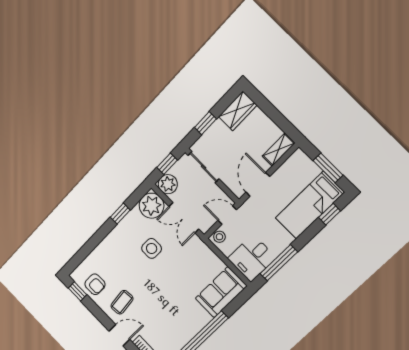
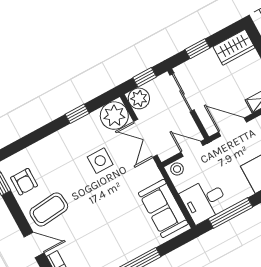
door: (258, 184) -> (233, 127), hinge flipped
sofa: (221, 292) -> (163, 208), moved, turned -90
coffee table: (122, 302) -> (49, 209), width x1.36, depth x1.30

